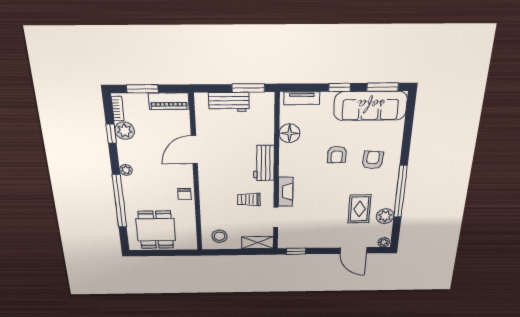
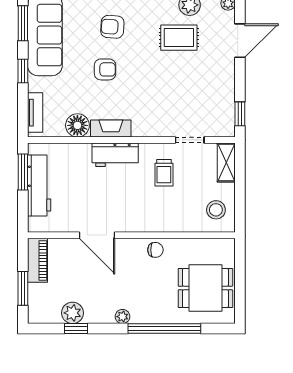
workbench: (229, 102) -> (39, 185), width x1.37
bookcase: (118, 109) -> (46, 318), removed
fireplace: (286, 192) -> (111, 129), moved

